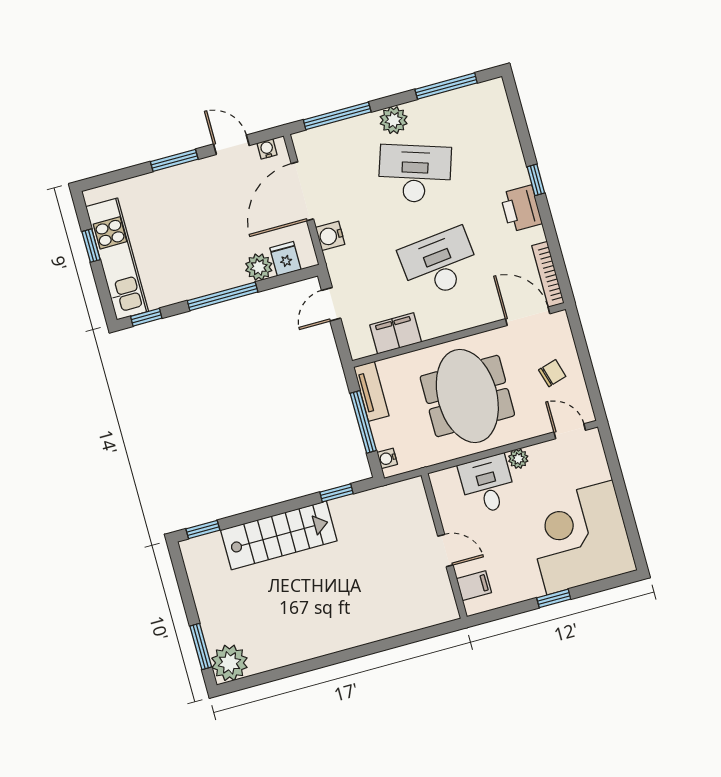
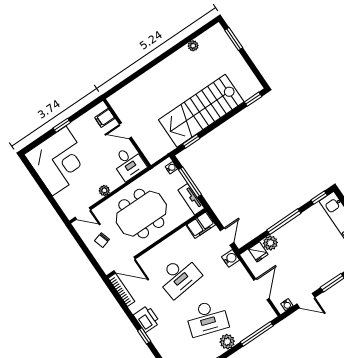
door: (302, 191) -> (261, 289), width x0.73
water cooler: (330, 236) -> (231, 258), moved
filing cabinet: (396, 333) -> (201, 225), moved
meeting table: (467, 396) -> (141, 214), turned 90
desk: (487, 484) -> (129, 163), moved
stairs: (279, 535) -> (201, 111), width x1.36, depth x1.51
plant: (229, 663) -> (193, 46), moved, width x0.53, depth x0.53

